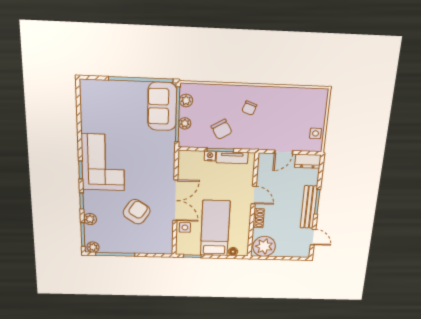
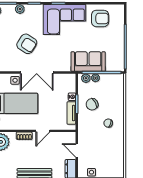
plant: (186, 100) -> (86, 78), moved
sofa: (162, 106) -> (88, 62), moved
armchair: (100, 114) -> (100, 18), added

